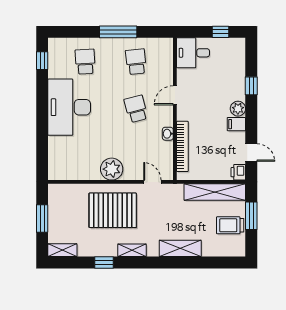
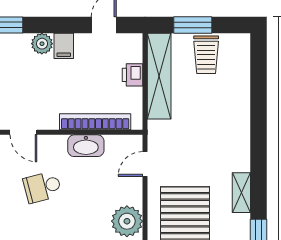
washbasin: (168, 134) -> (86, 146), width x1.91, depth x1.45
printer: (238, 172) -> (132, 75), moved, turned 90
shelving: (180, 248) -> (239, 125), removed

